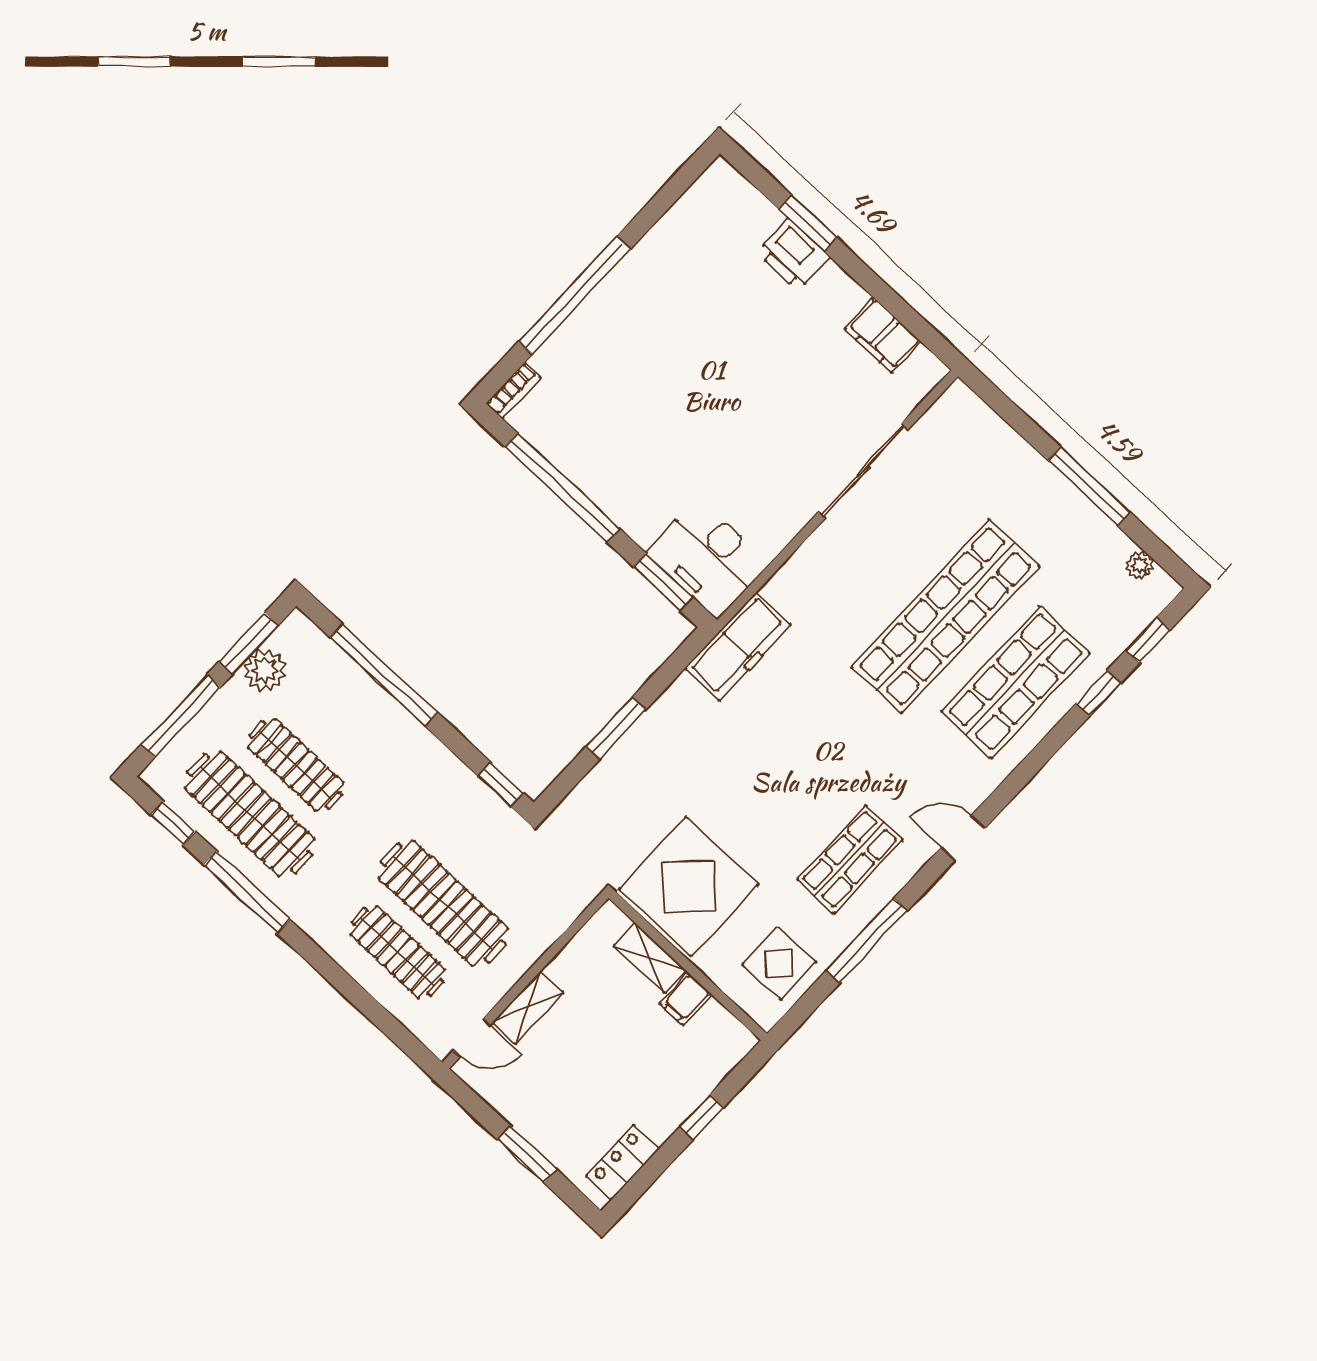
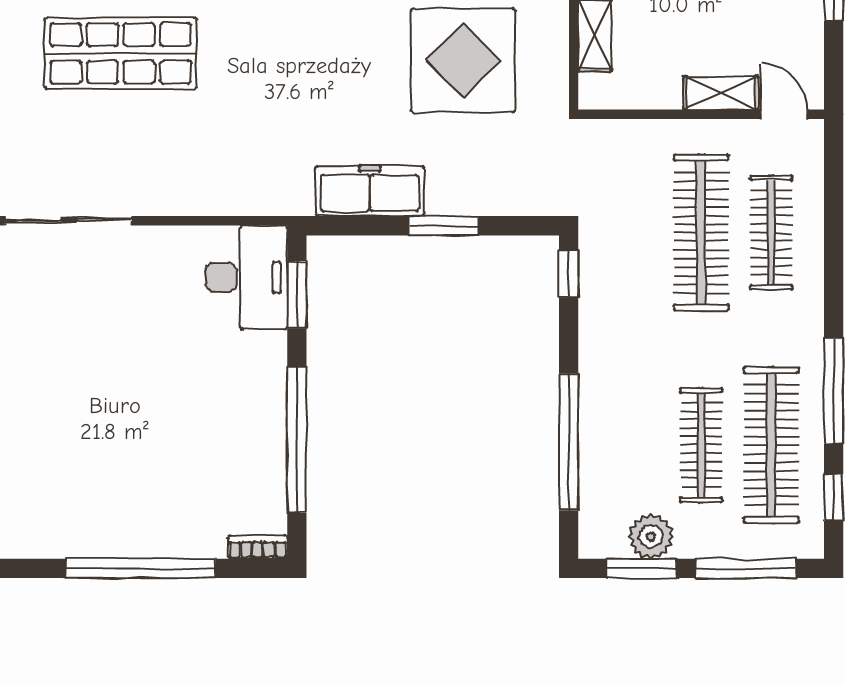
shop shelf: (945, 616) -> (121, 53), width x0.71
freezer: (738, 646) -> (370, 191), moved
display table: (689, 887) -> (463, 60), moved

